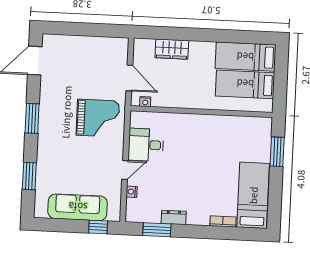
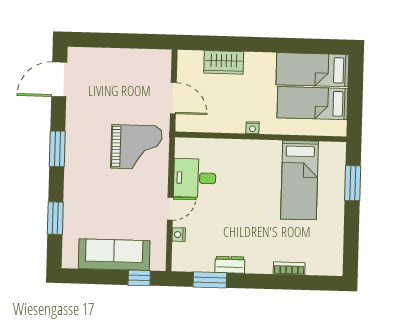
nightstand: (145, 102) -> (252, 128), moved
bed: (253, 195) -> (300, 180), moved, turned 180

